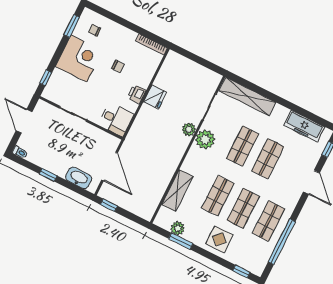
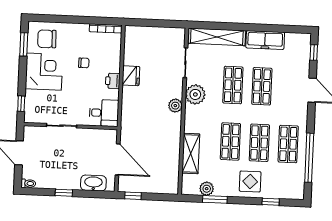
chair: (95, 30) -> (47, 39), width x1.87, depth x1.87
freezer: (304, 126) -> (265, 40), moved
plant: (189, 130) -> (175, 106), moved
window: (241, 272) -> (271, 202), moved

